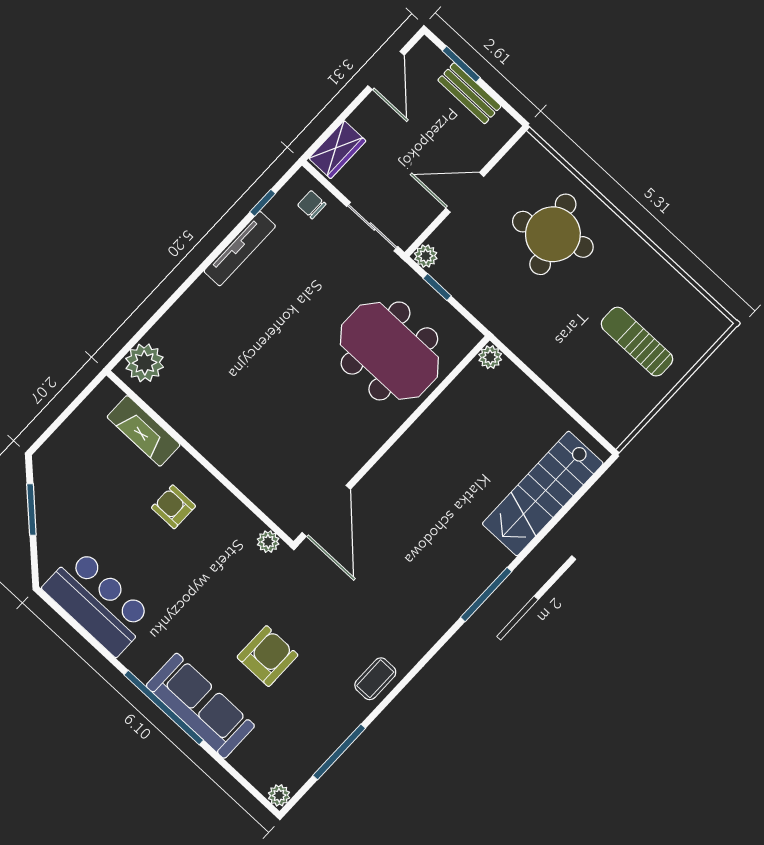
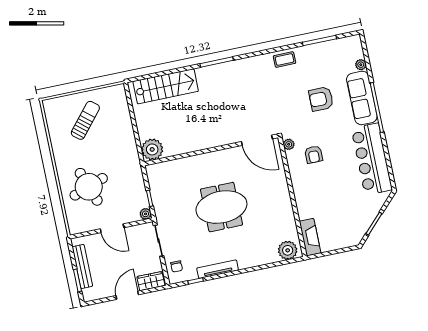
door: (386, 70) -> (127, 295), moved
bench: (469, 93) -> (82, 266), width x1.36
sun lounger: (637, 342) -> (85, 120), turned -140
meeting table: (389, 351) -> (221, 207), moved, turned 90
plant: (490, 357) -> (152, 149), width x1.87, depth x1.87
fireplace: (144, 431) -> (310, 237), moved
armchair: (173, 507) -> (314, 155), moved
door: (326, 511) -> (257, 140), swing flipped
bar counter: (98, 602) -> (372, 159), width x1.36
plant: (279, 795) -> (361, 65), moved

